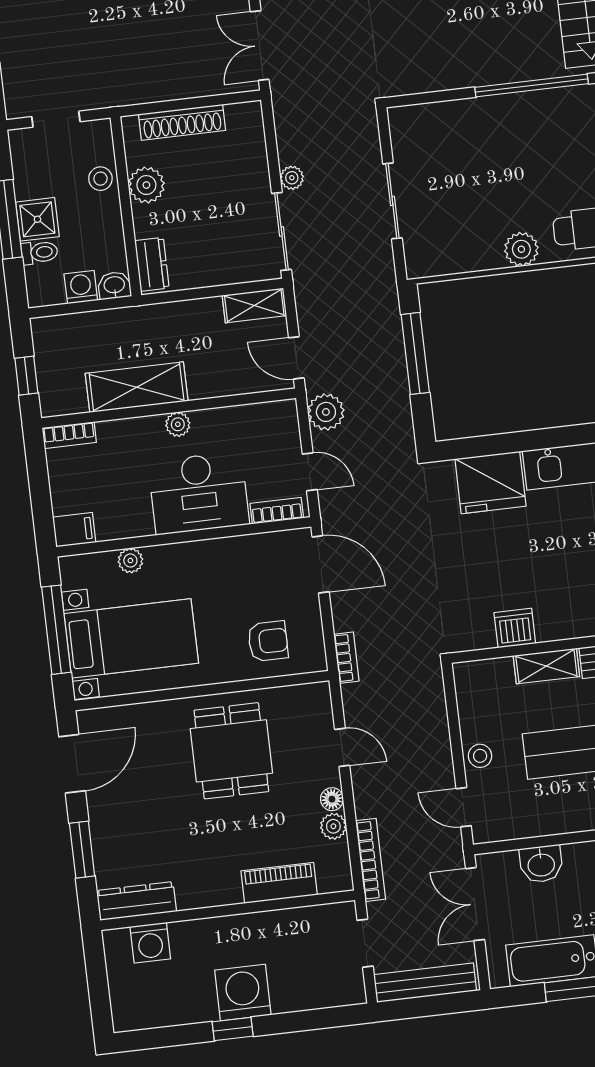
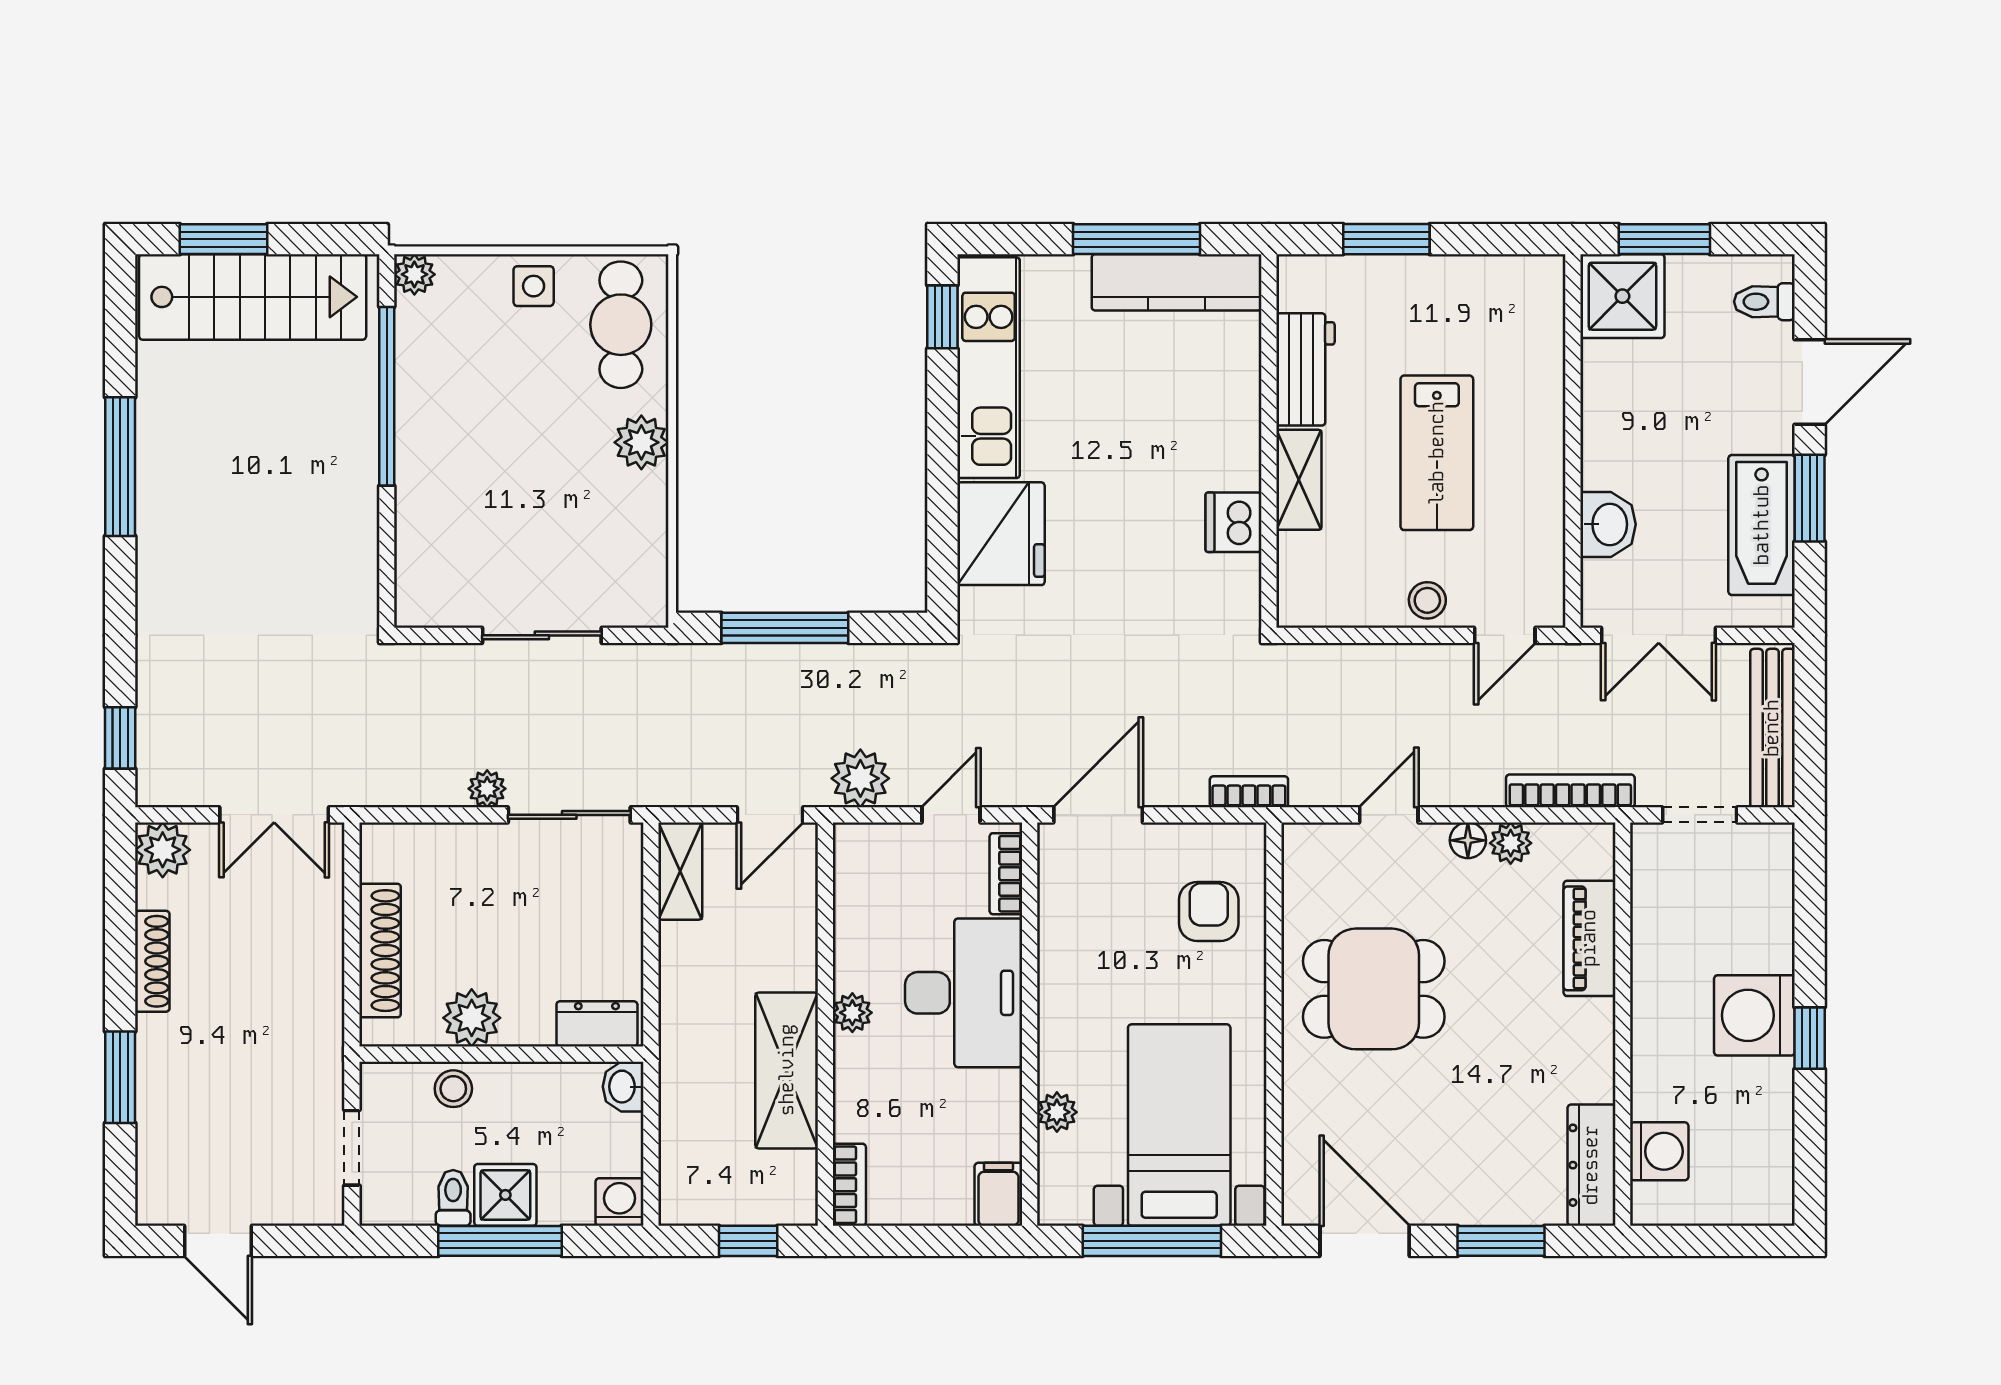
toilet: (39, 252) -> (453, 1198), moved
washing machine: (81, 287) -> (619, 1202), moved, turned 90

